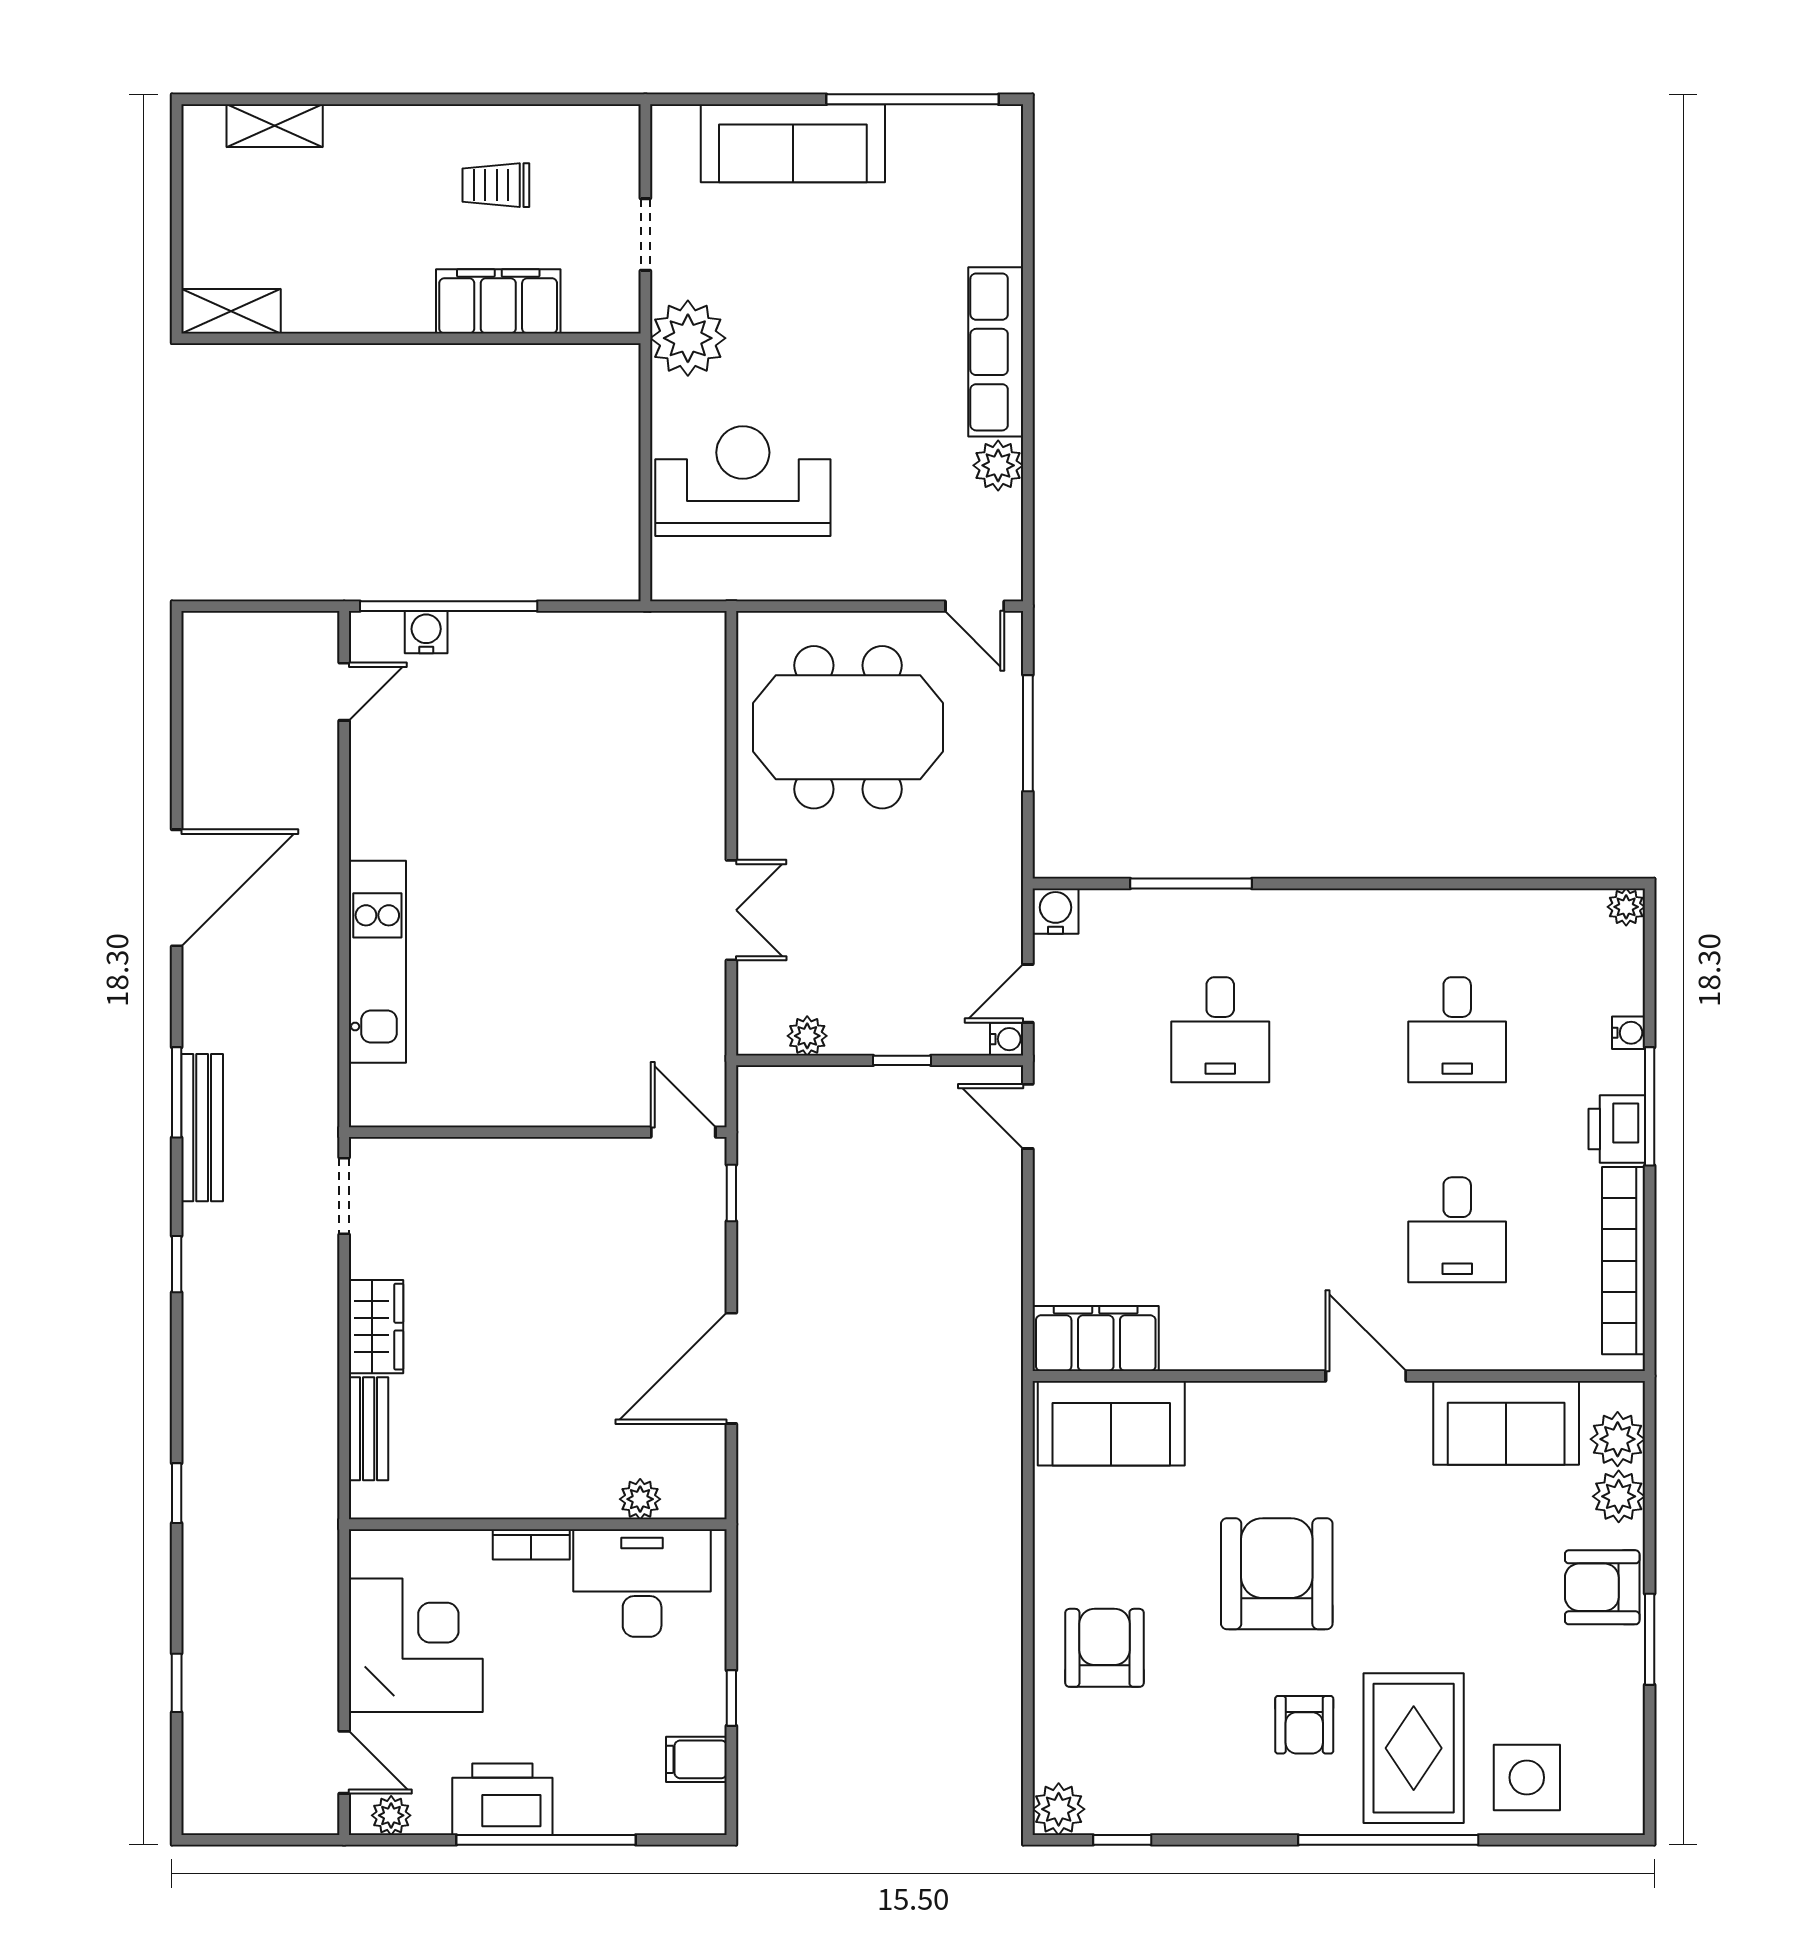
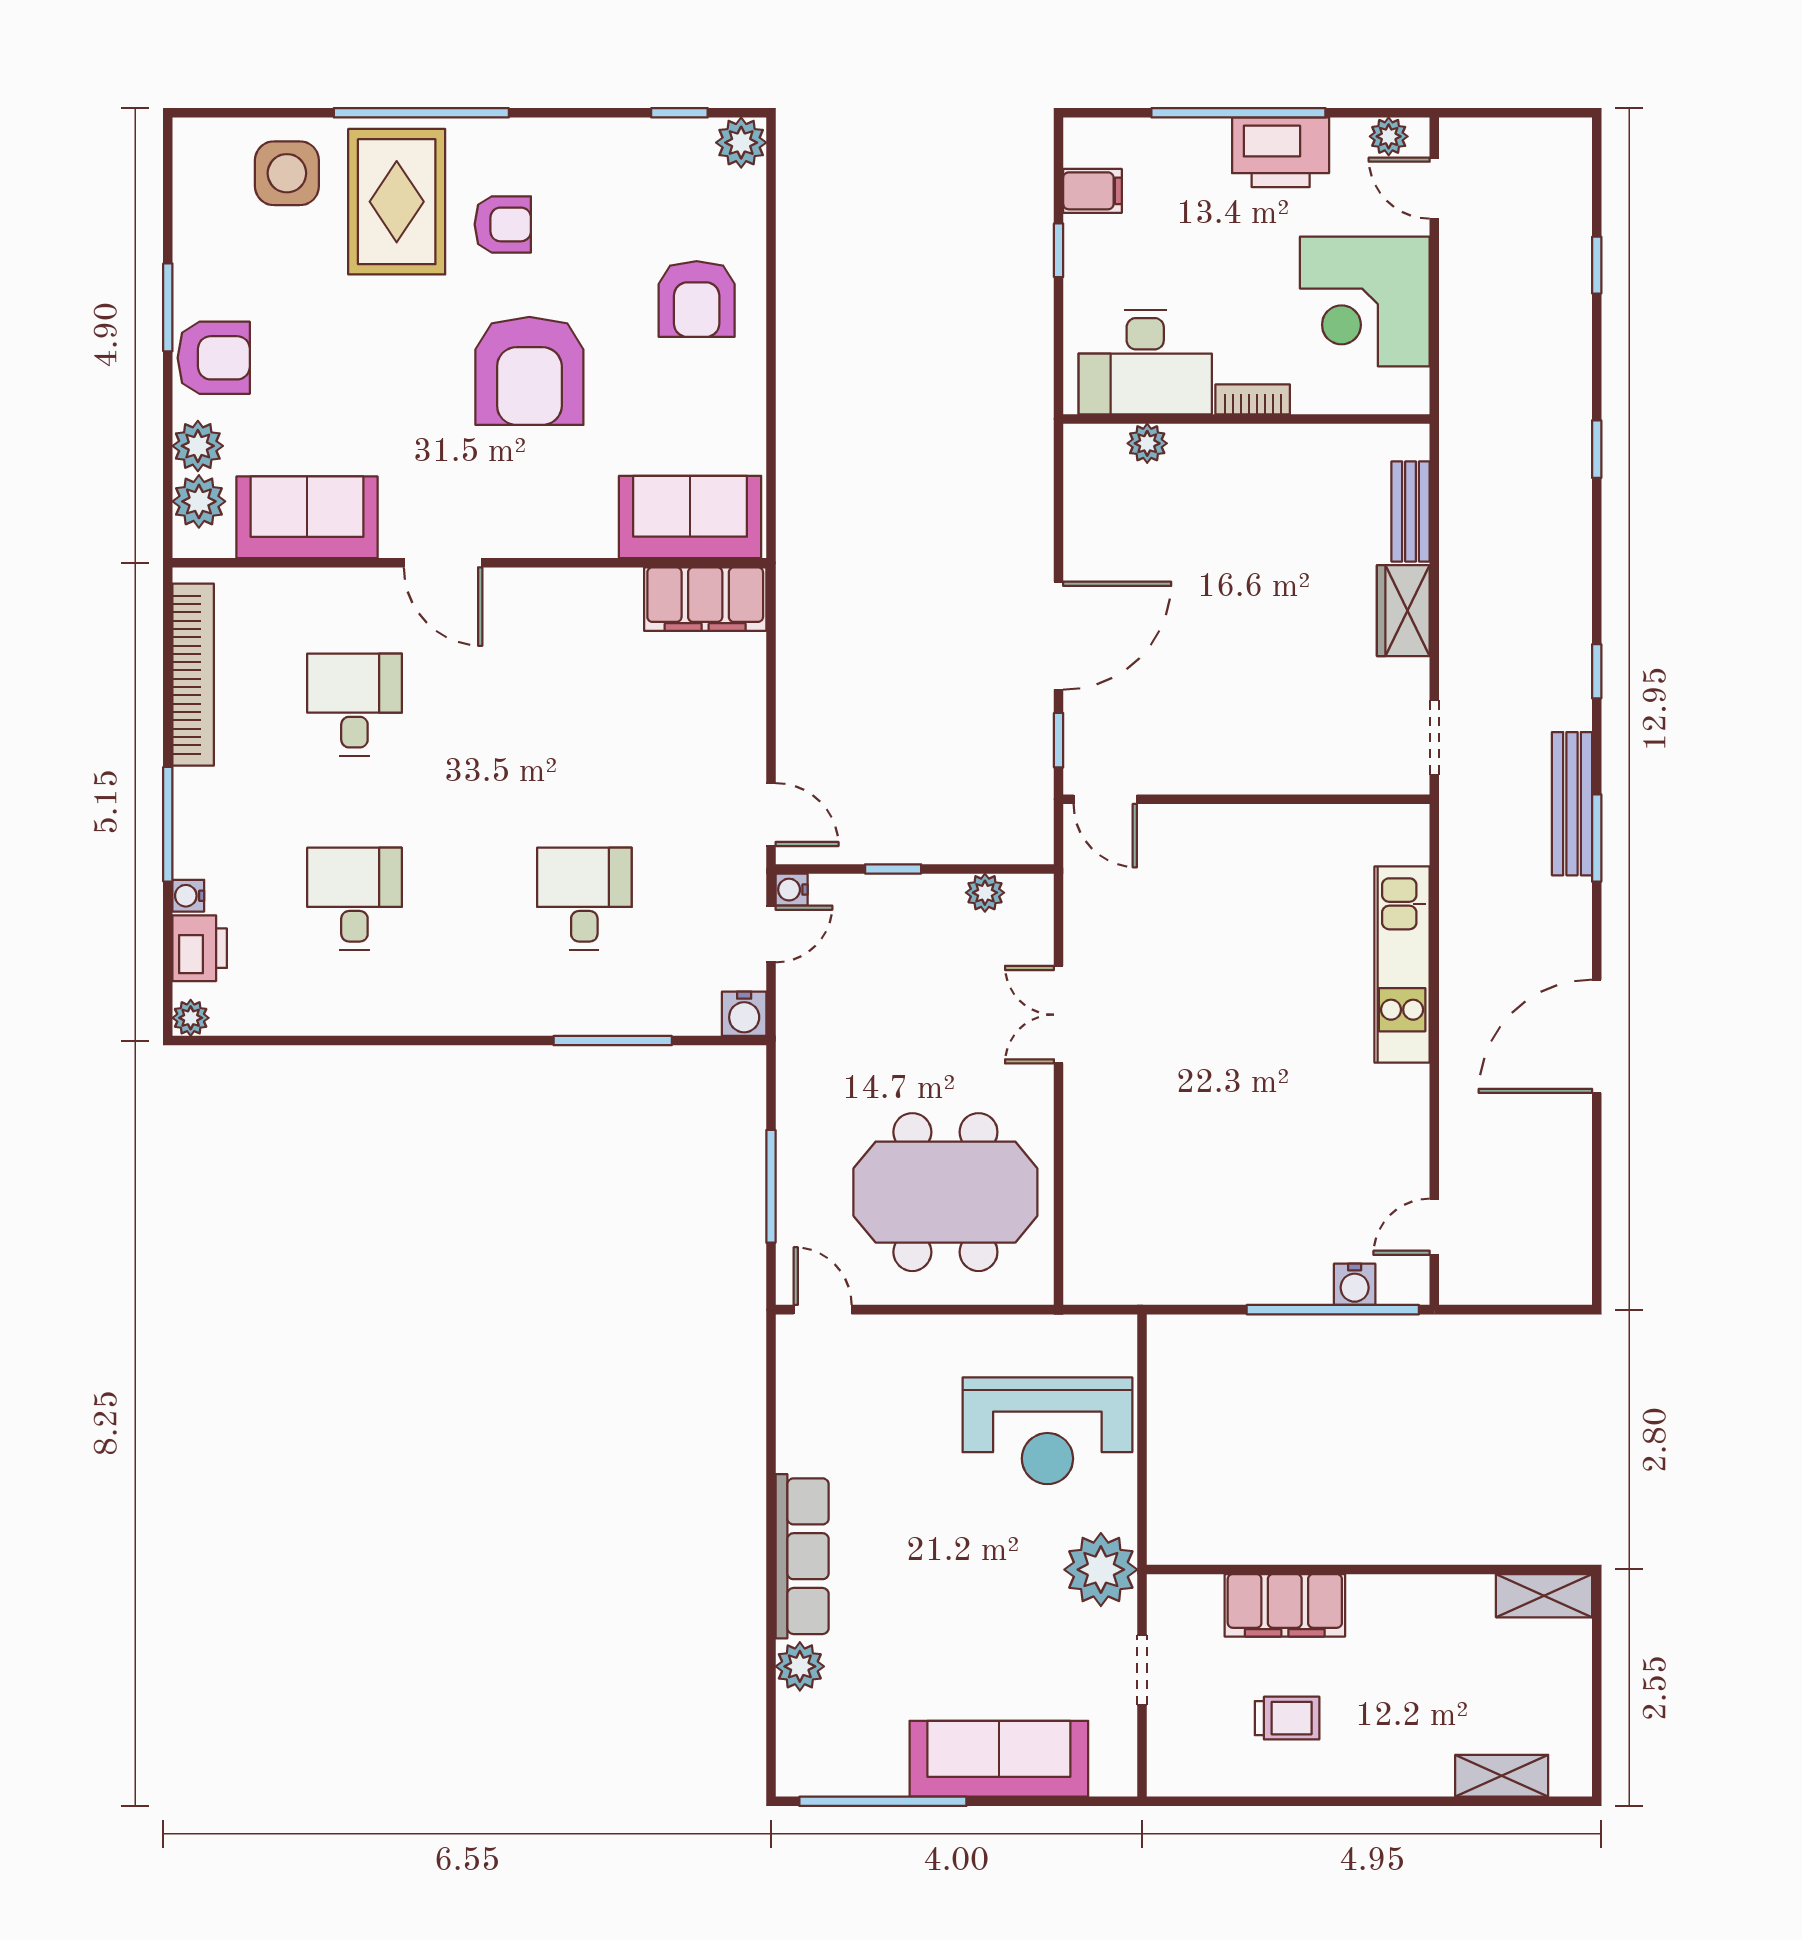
plant: (998, 465) -> (800, 1666), moved
printer: (1617, 1129) -> (200, 948), moved
door: (731, 1368) -> (1059, 636), moved
armchair: (1304, 1725) -> (503, 224), turned 90

